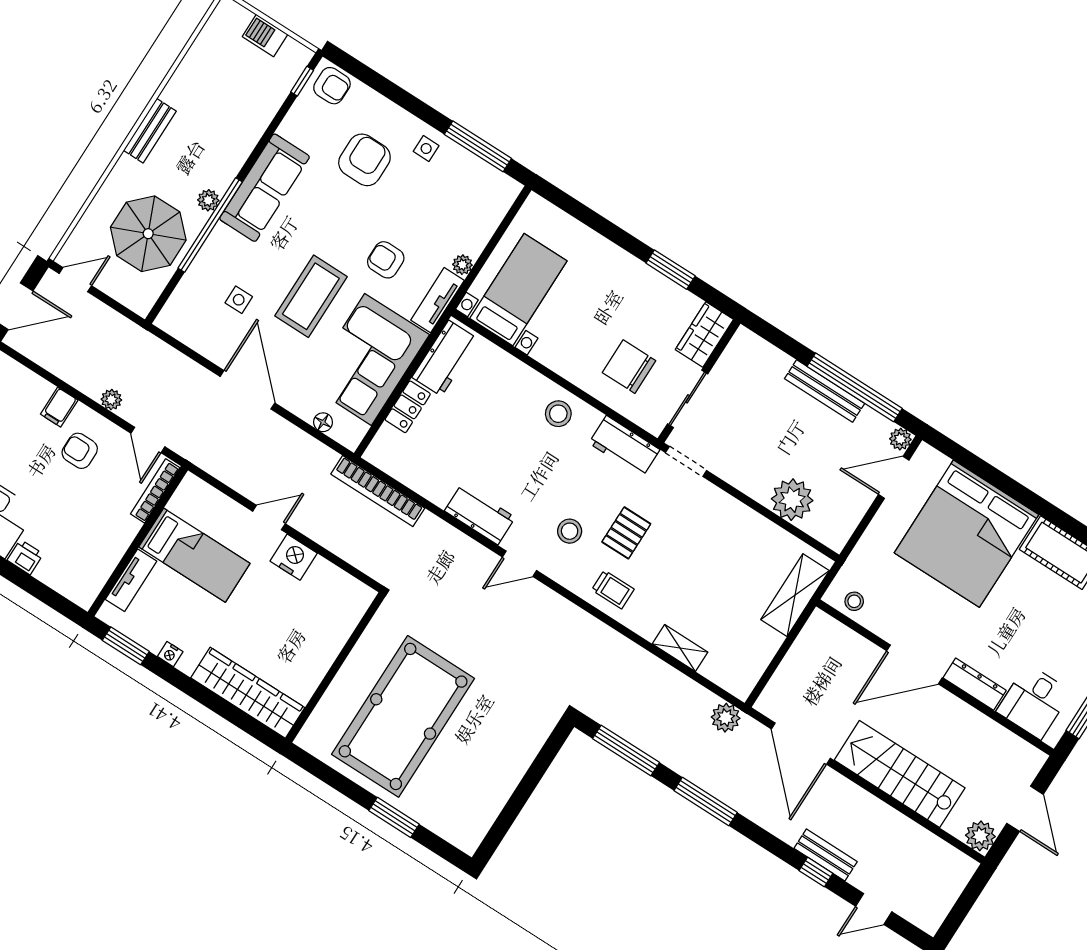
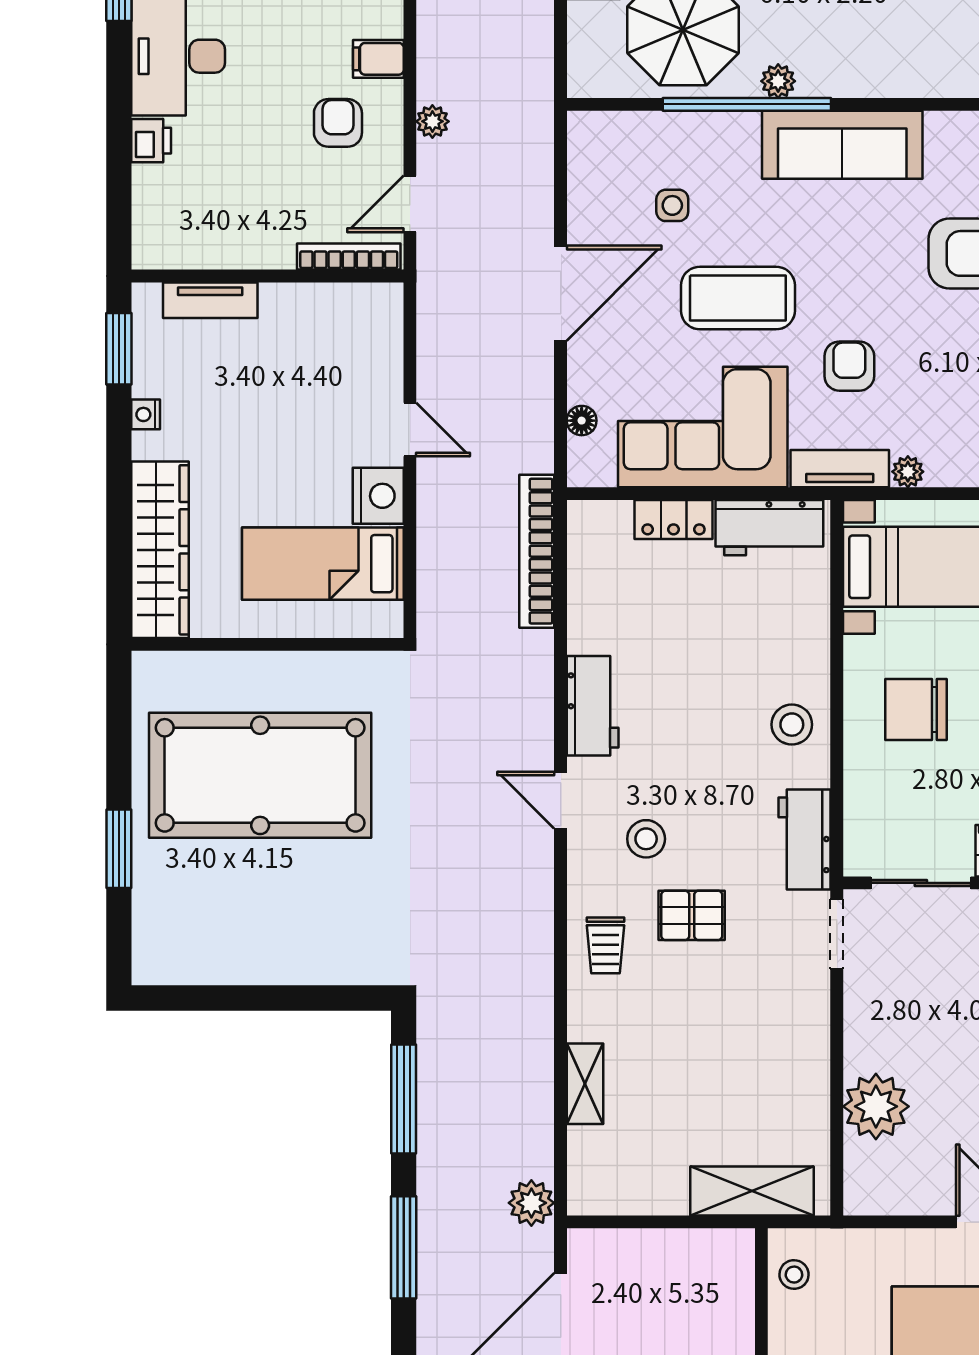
chair: (629, 367) -> (916, 710), moved, turned -90
bed: (194, 555) -> (323, 564), moved, turned 90

